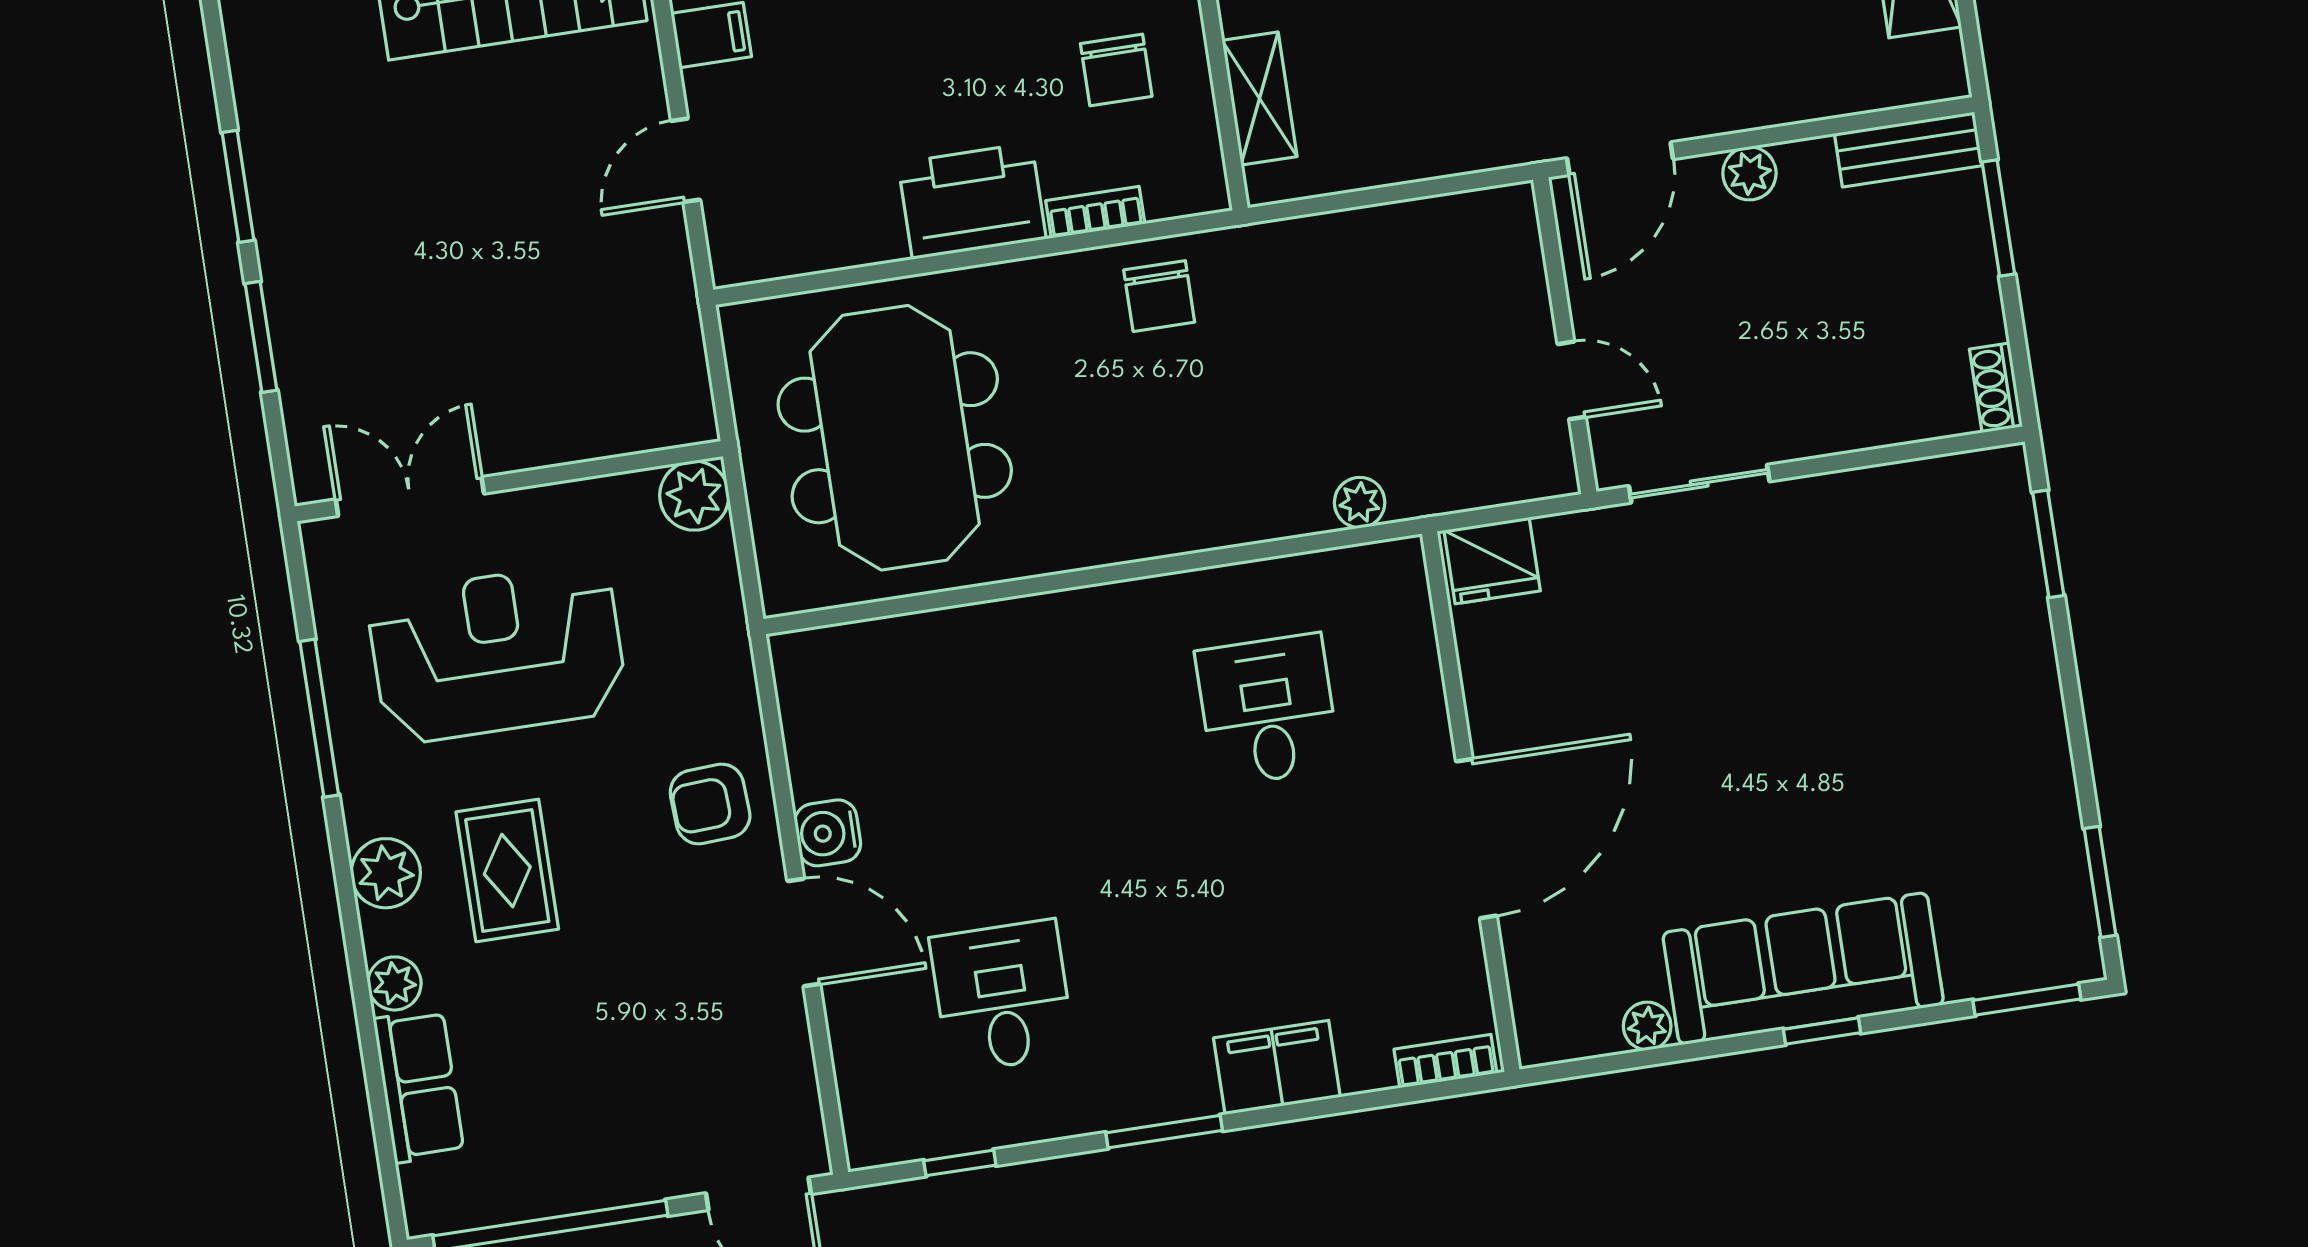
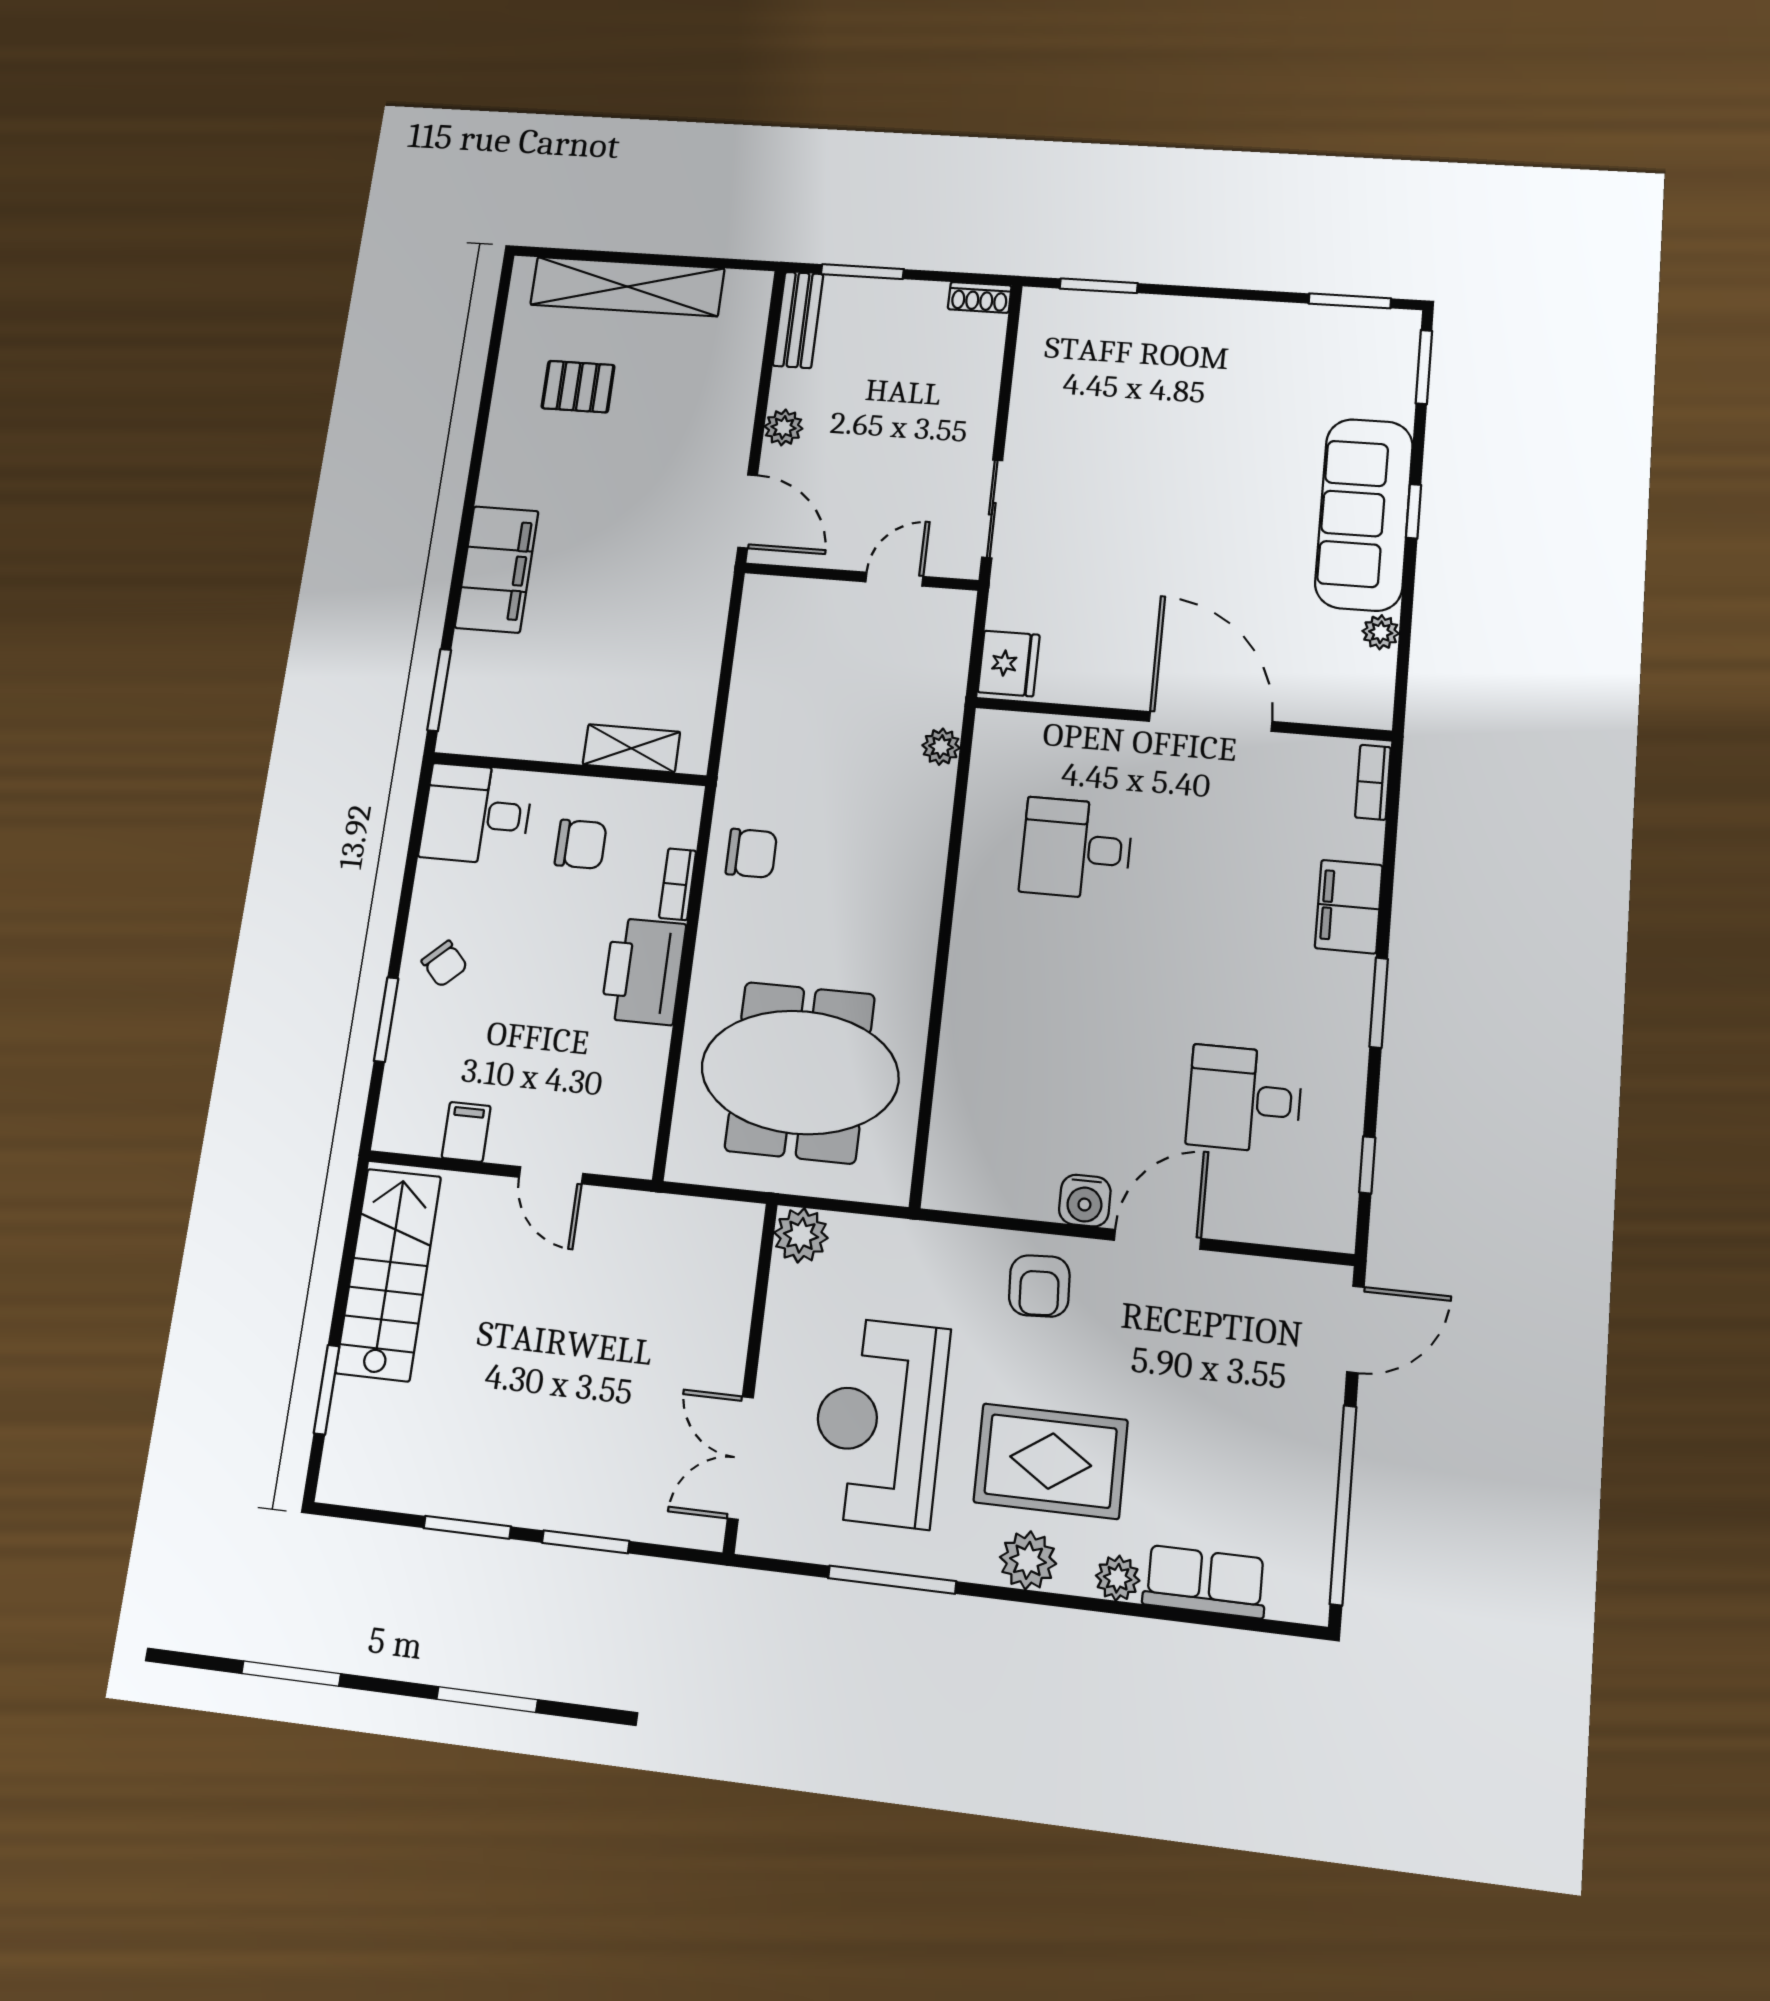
rug: (507, 871) -> (1051, 1461), width x1.36, depth x1.43

